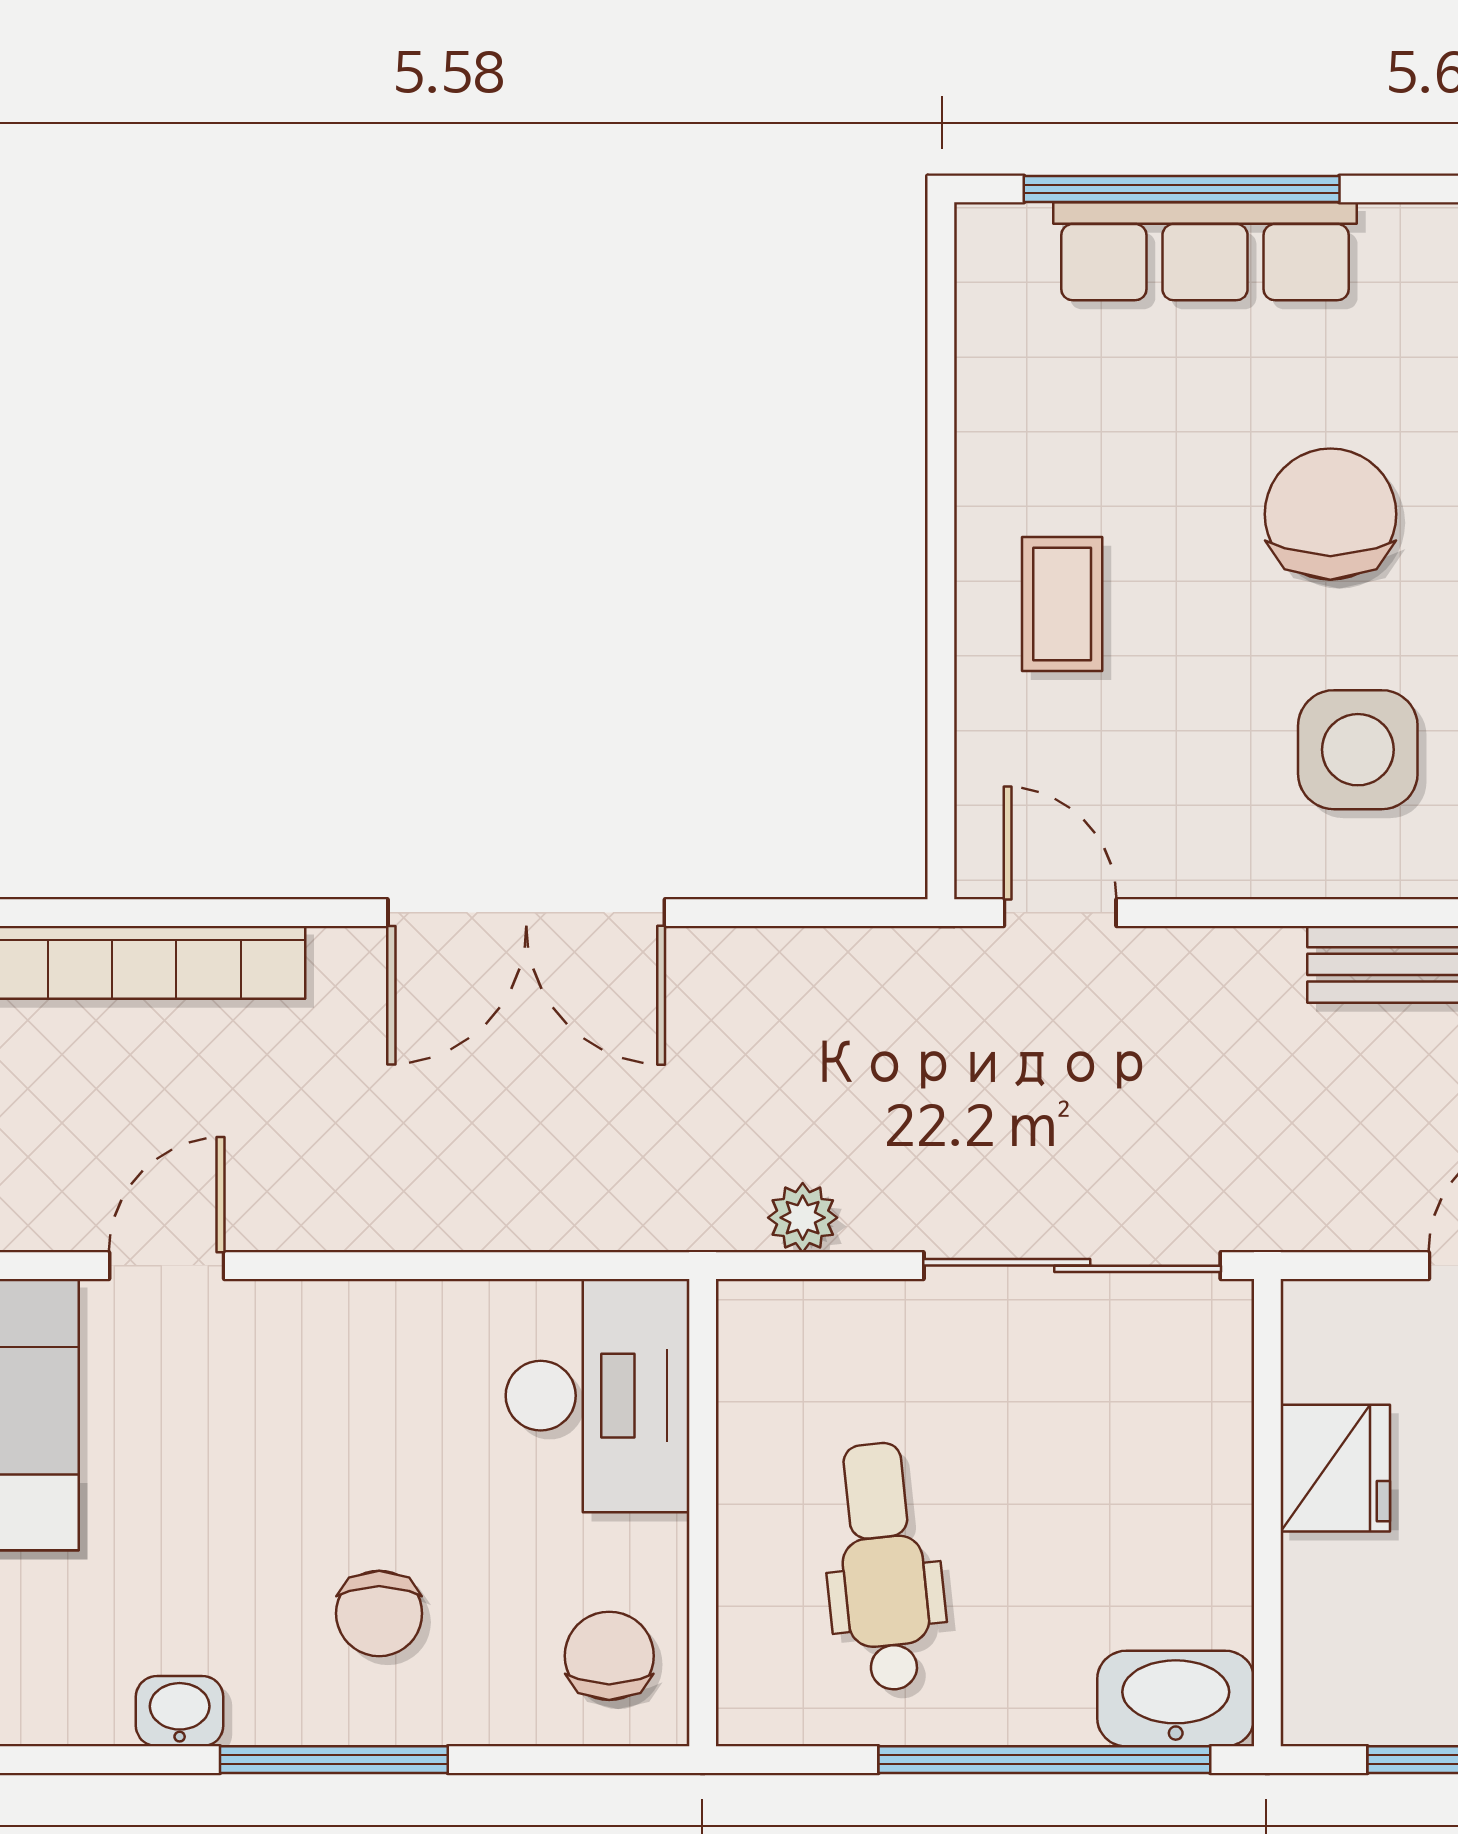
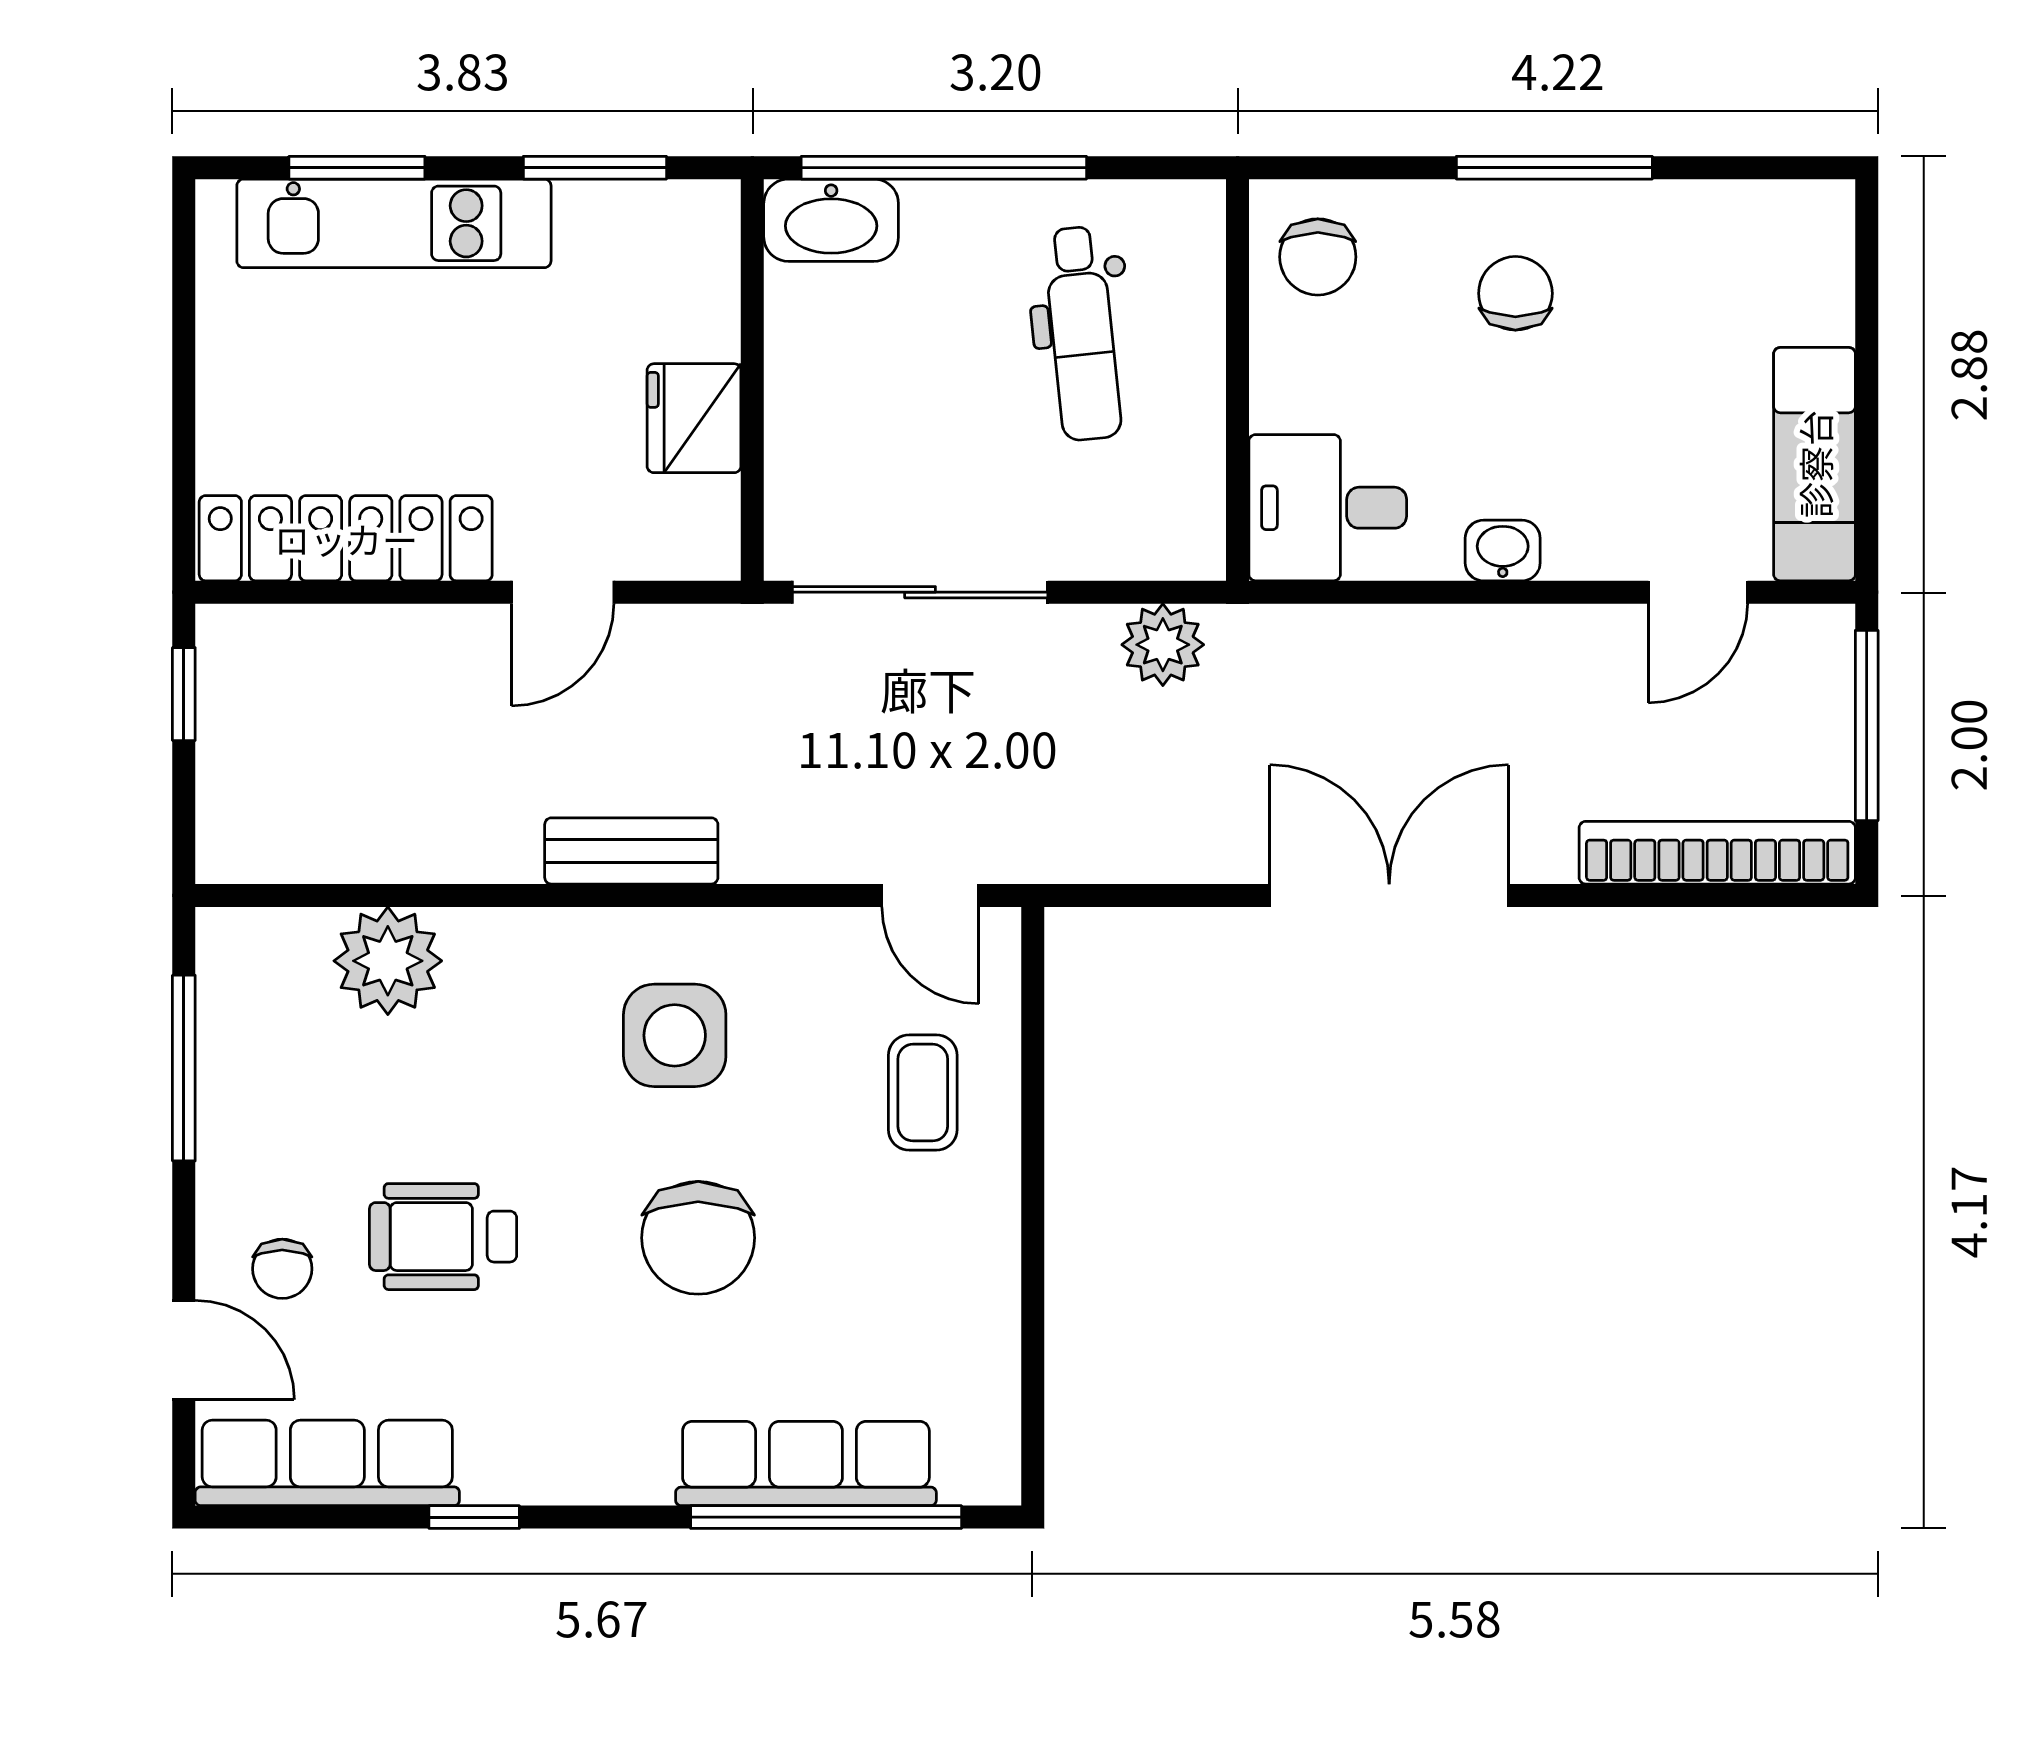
coffee table: (1062, 604) -> (923, 1093), moved
plant: (803, 1218) -> (1163, 645), width x1.38, depth x1.38
desk: (598, 1396) -> (1328, 508), width x0.73
washbasin: (180, 1711) -> (1503, 551), moved, turned 180

